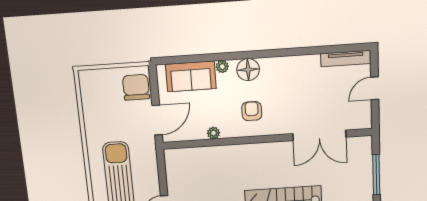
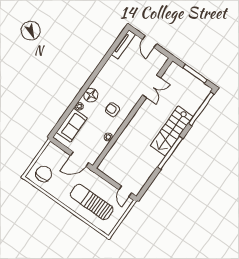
chair: (136, 87) -> (44, 174), moved, turned 90
door: (157, 120) -> (80, 159), swing flipped
double door: (319, 135) -> (152, 86), width x0.73

